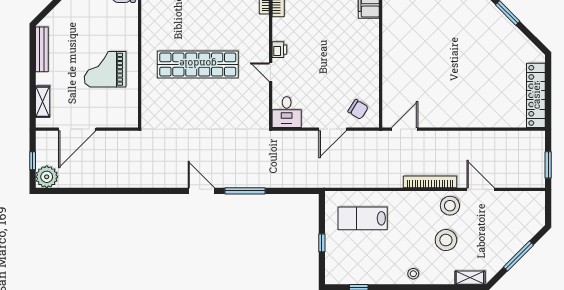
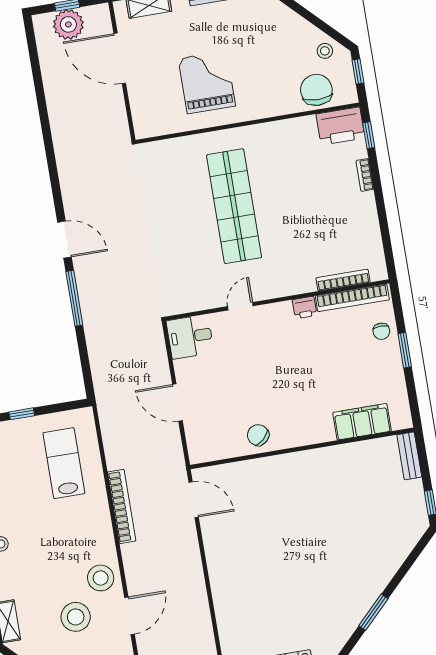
printer: (279, 50) -> (305, 308), moved
chair: (358, 109) -> (258, 435), moved, turned 106
plant: (47, 177) -> (68, 24), moved
bookcase: (430, 182) -> (122, 506), moved
door: (201, 191) -> (64, 240), hinge flipped
stool: (446, 240) -> (76, 617), moved

